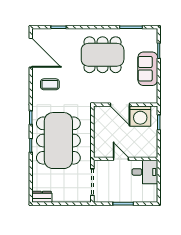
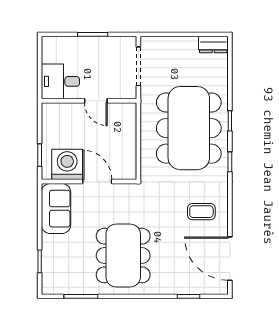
dining table: (103, 55) -> (123, 256), turned 90
sofa: (148, 69) -> (56, 209), moved

